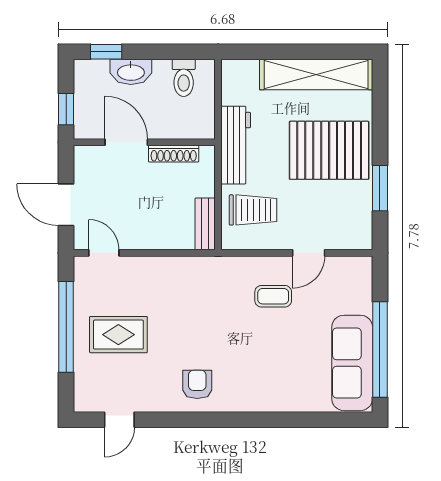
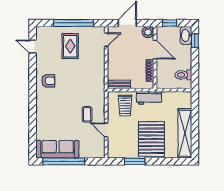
washbasin: (131, 72) -> (186, 35), moved
door: (126, 142) -> (155, 50), hinge flipped
workbench: (236, 145) -> (149, 98), width x0.73
plant: (86, 158) -> (148, 32), added

